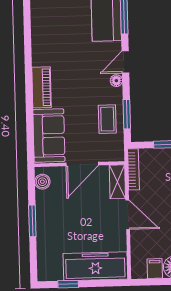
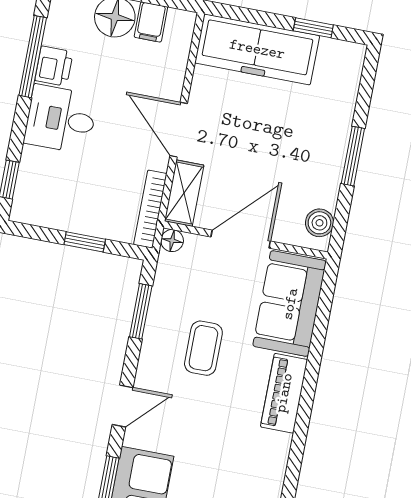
floor lamp: (116, 81) -> (172, 241), moved
coffee table: (107, 119) -> (203, 348), moved

